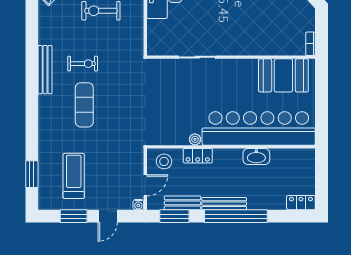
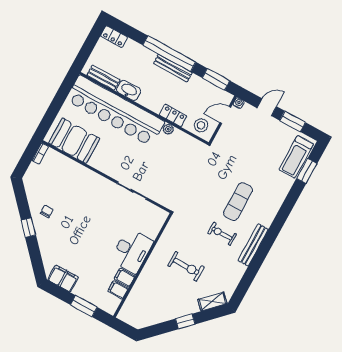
treadmill: (74, 176) -> (296, 157), moved
bench: (182, 203) -> (103, 78), moved

